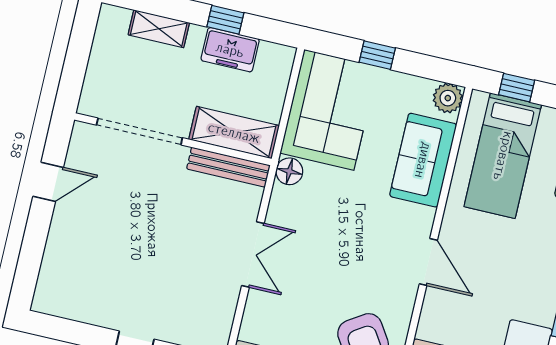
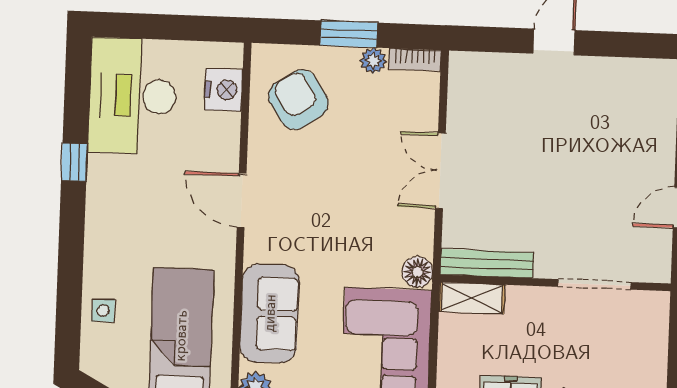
doorway: (139, 131) -> (595, 284), width x0.73
shelving: (234, 133) -> (472, 298), width x0.67, depth x0.75

